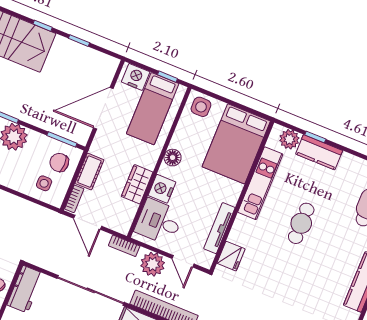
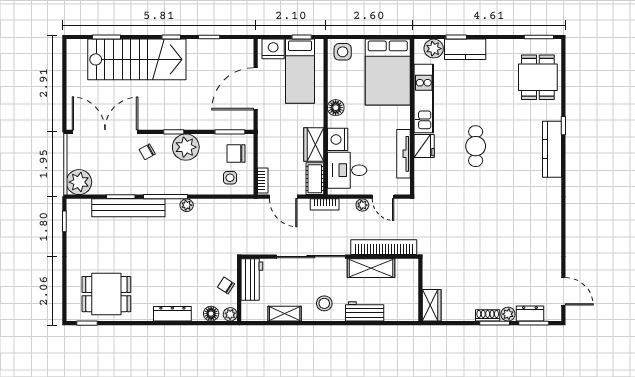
cot: (89, 172) -> (315, 179), moved
cafe table: (301, 223) -> (476, 146), moved
fridge: (231, 256) -> (424, 146), moved
plant: (153, 264) -> (362, 205), width x0.53, depth x0.53

